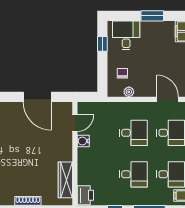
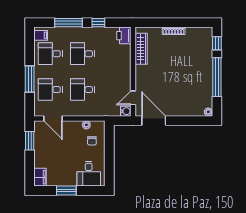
window: (102, 44) -> (109, 166), removed
door: (37, 97) -> (154, 121), moved
water cooler: (83, 141) -> (126, 111), moved

